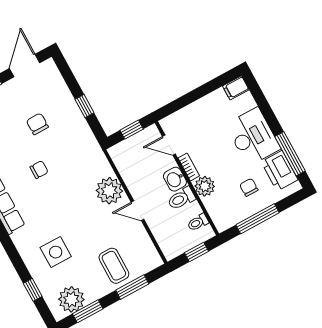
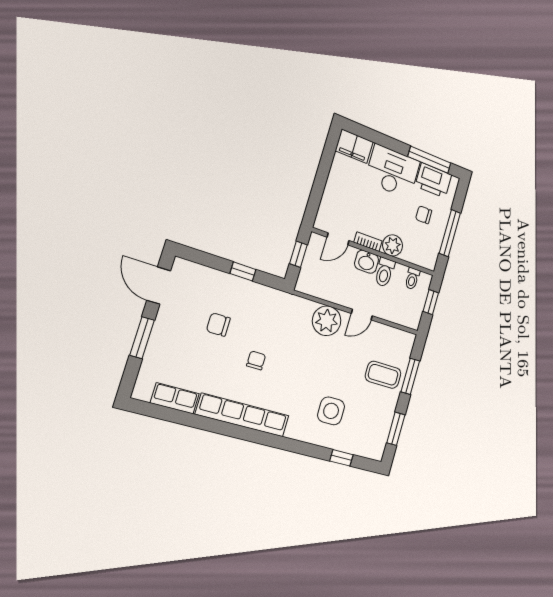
filing cabinet: (236, 88) -> (354, 146), width x2.00
plant: (71, 299) -> (376, 433), removed

